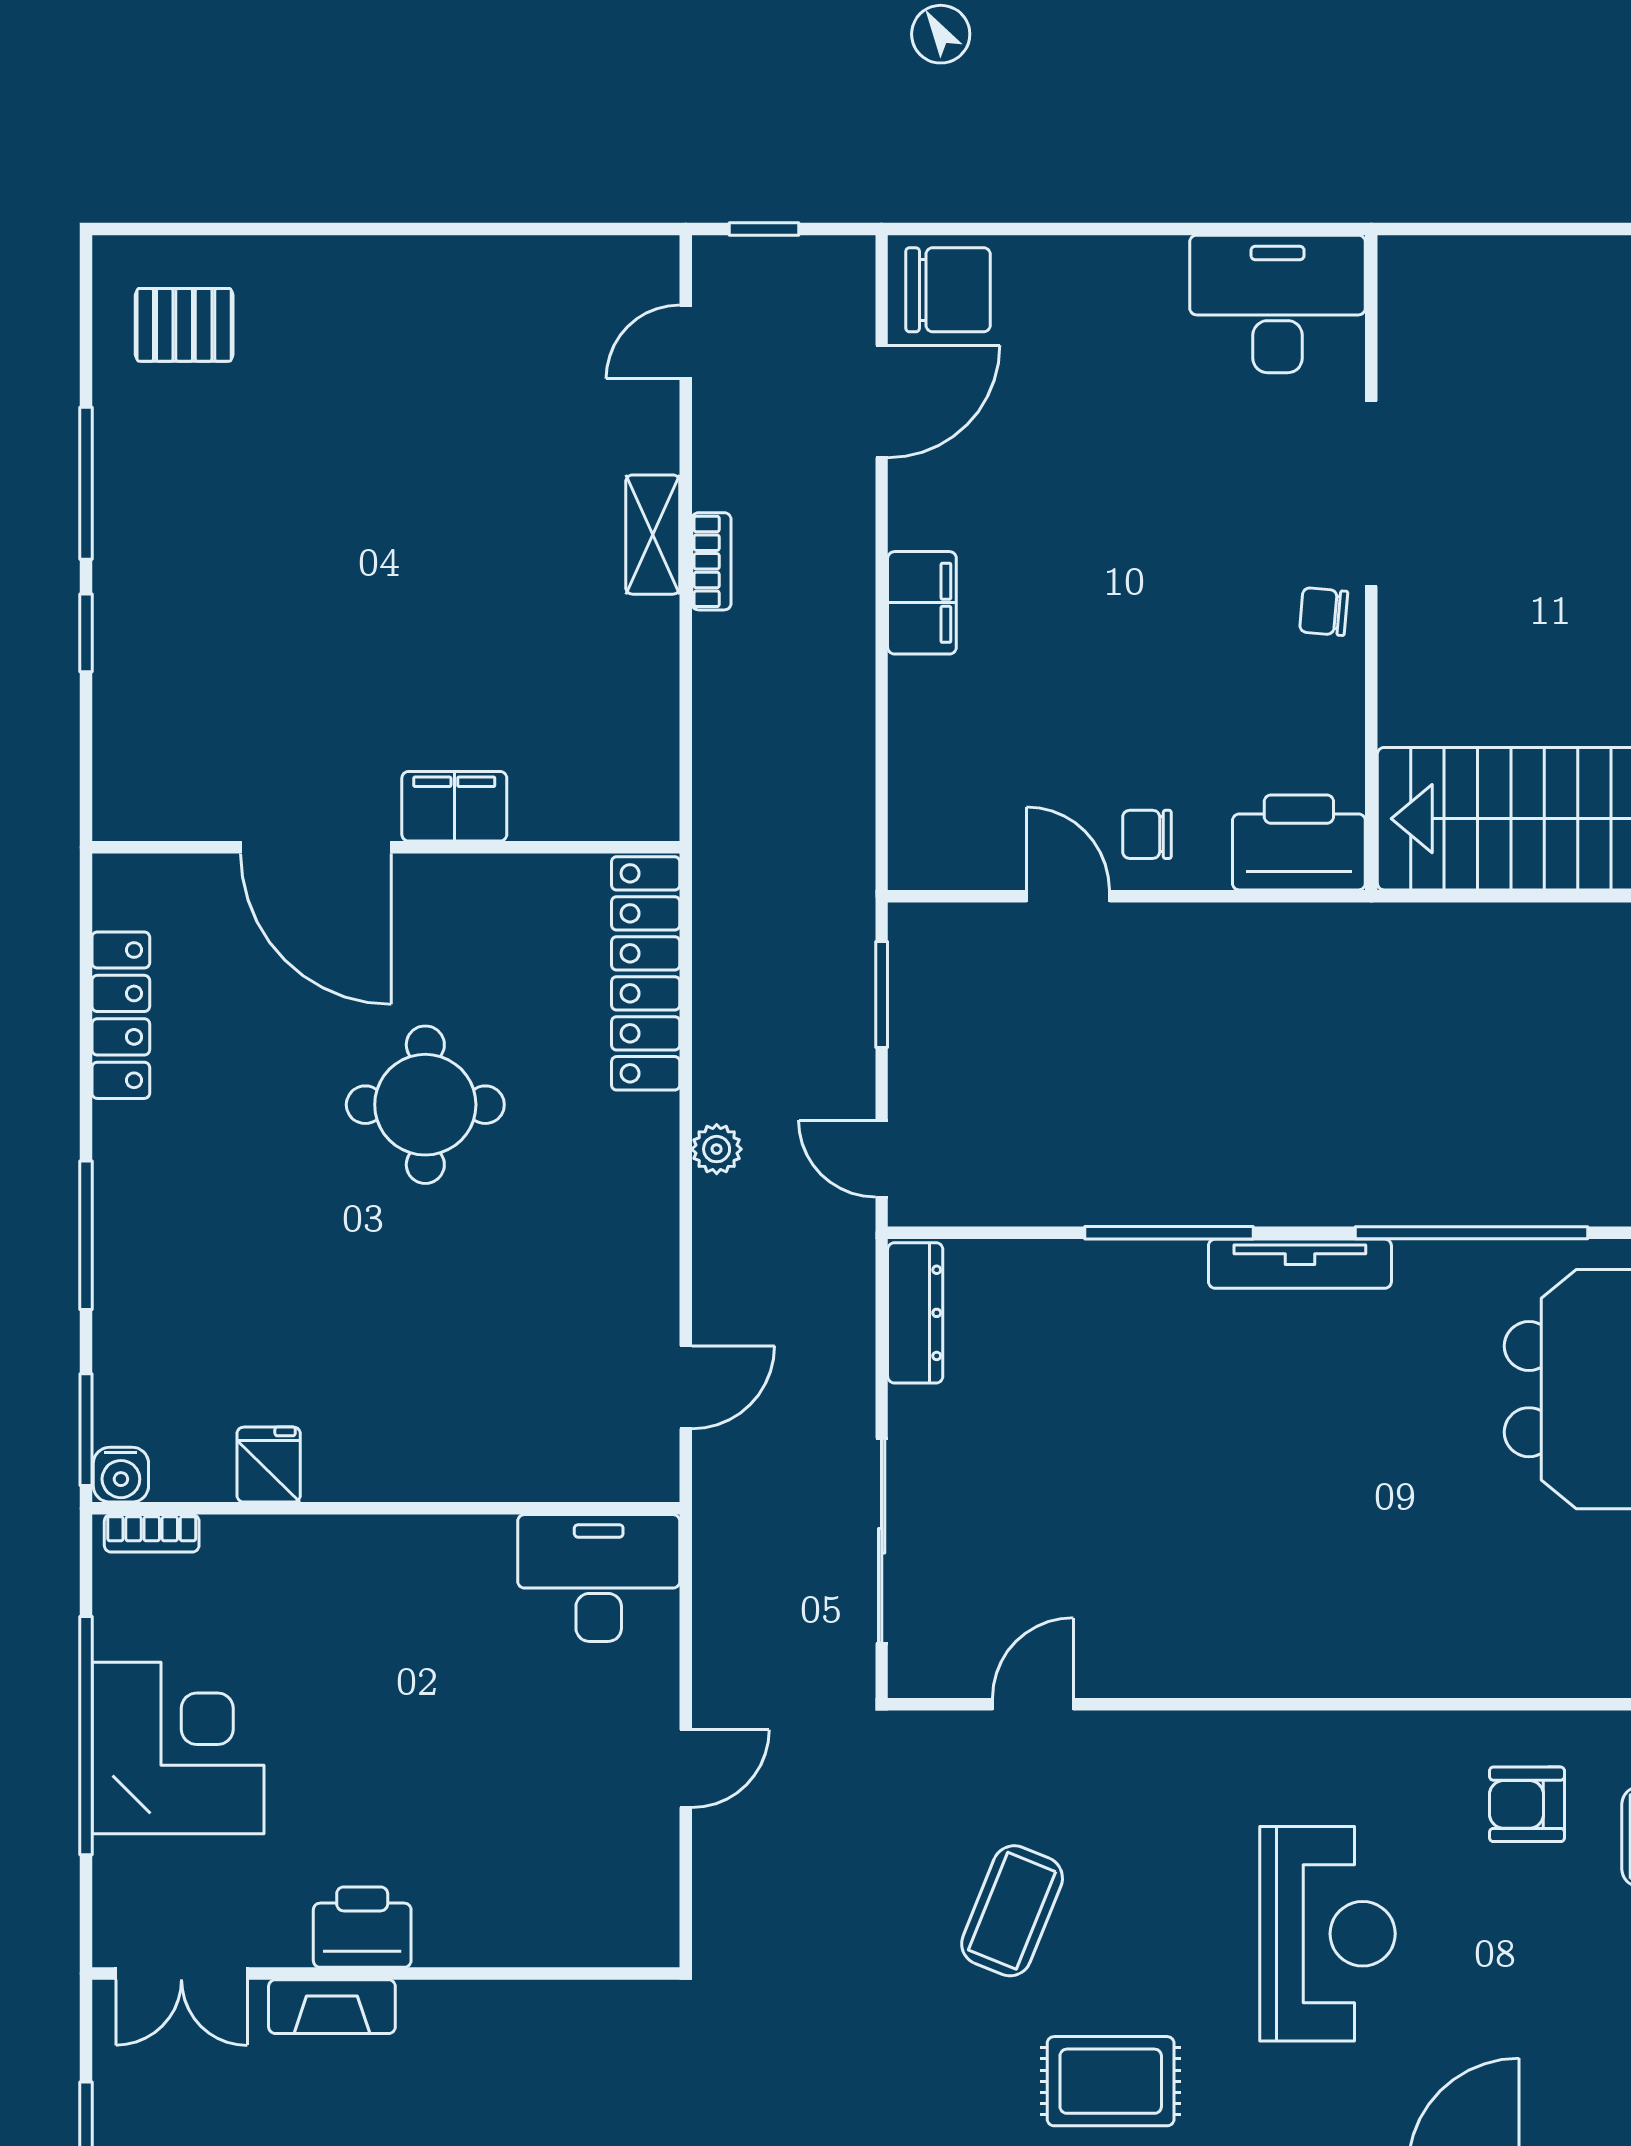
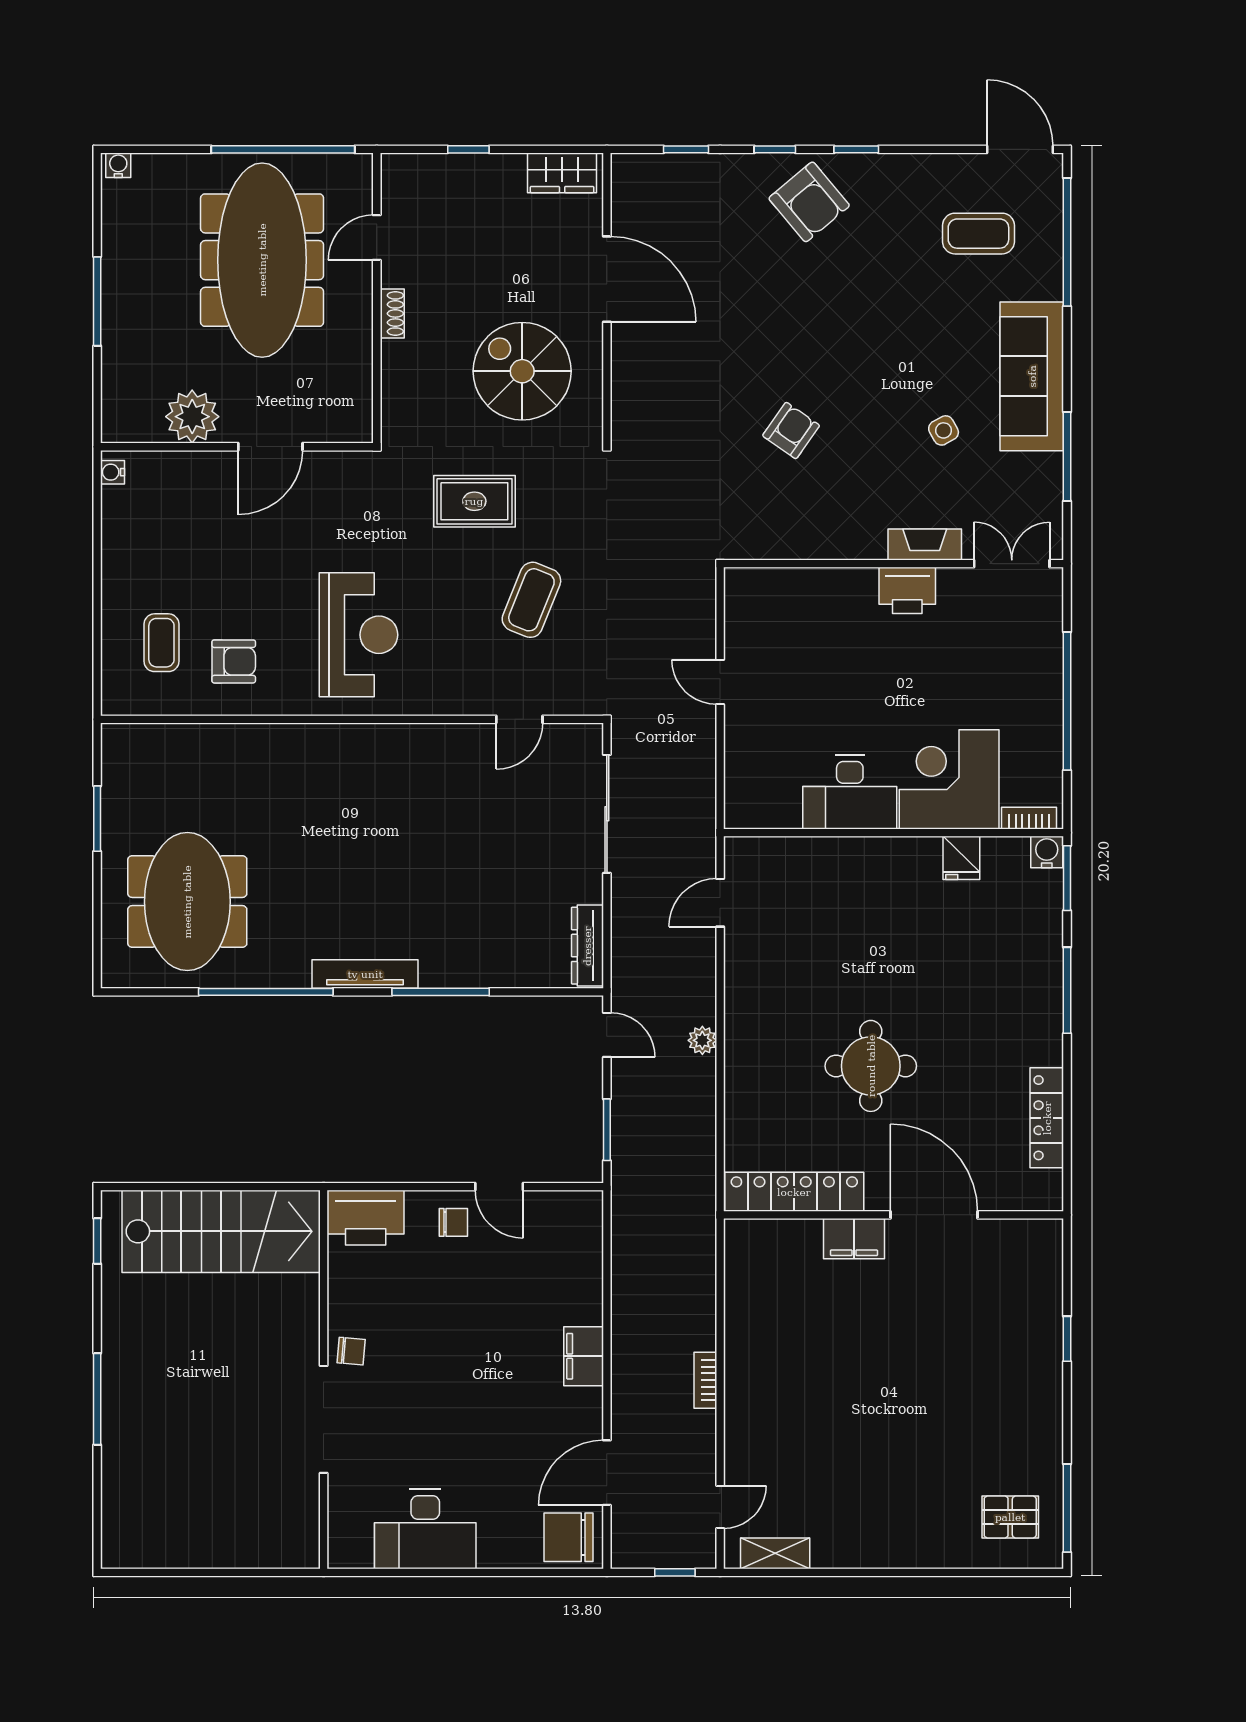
desk: (1278, 304) -> (425, 1529), moved
window: (86, 483) -> (1067, 1508), moved
shelving: (653, 535) -> (775, 1553), moved, turned 90
locker: (646, 973) -> (794, 1192), moved, turned -90
desk: (599, 1578) -> (850, 792), moved
corner desk: (178, 1748) -> (949, 779), moved, turned 90
door: (686, 1769) -> (720, 682), hinge flipped
reception desk: (1327, 1934) -> (359, 635), moved, turned 180

